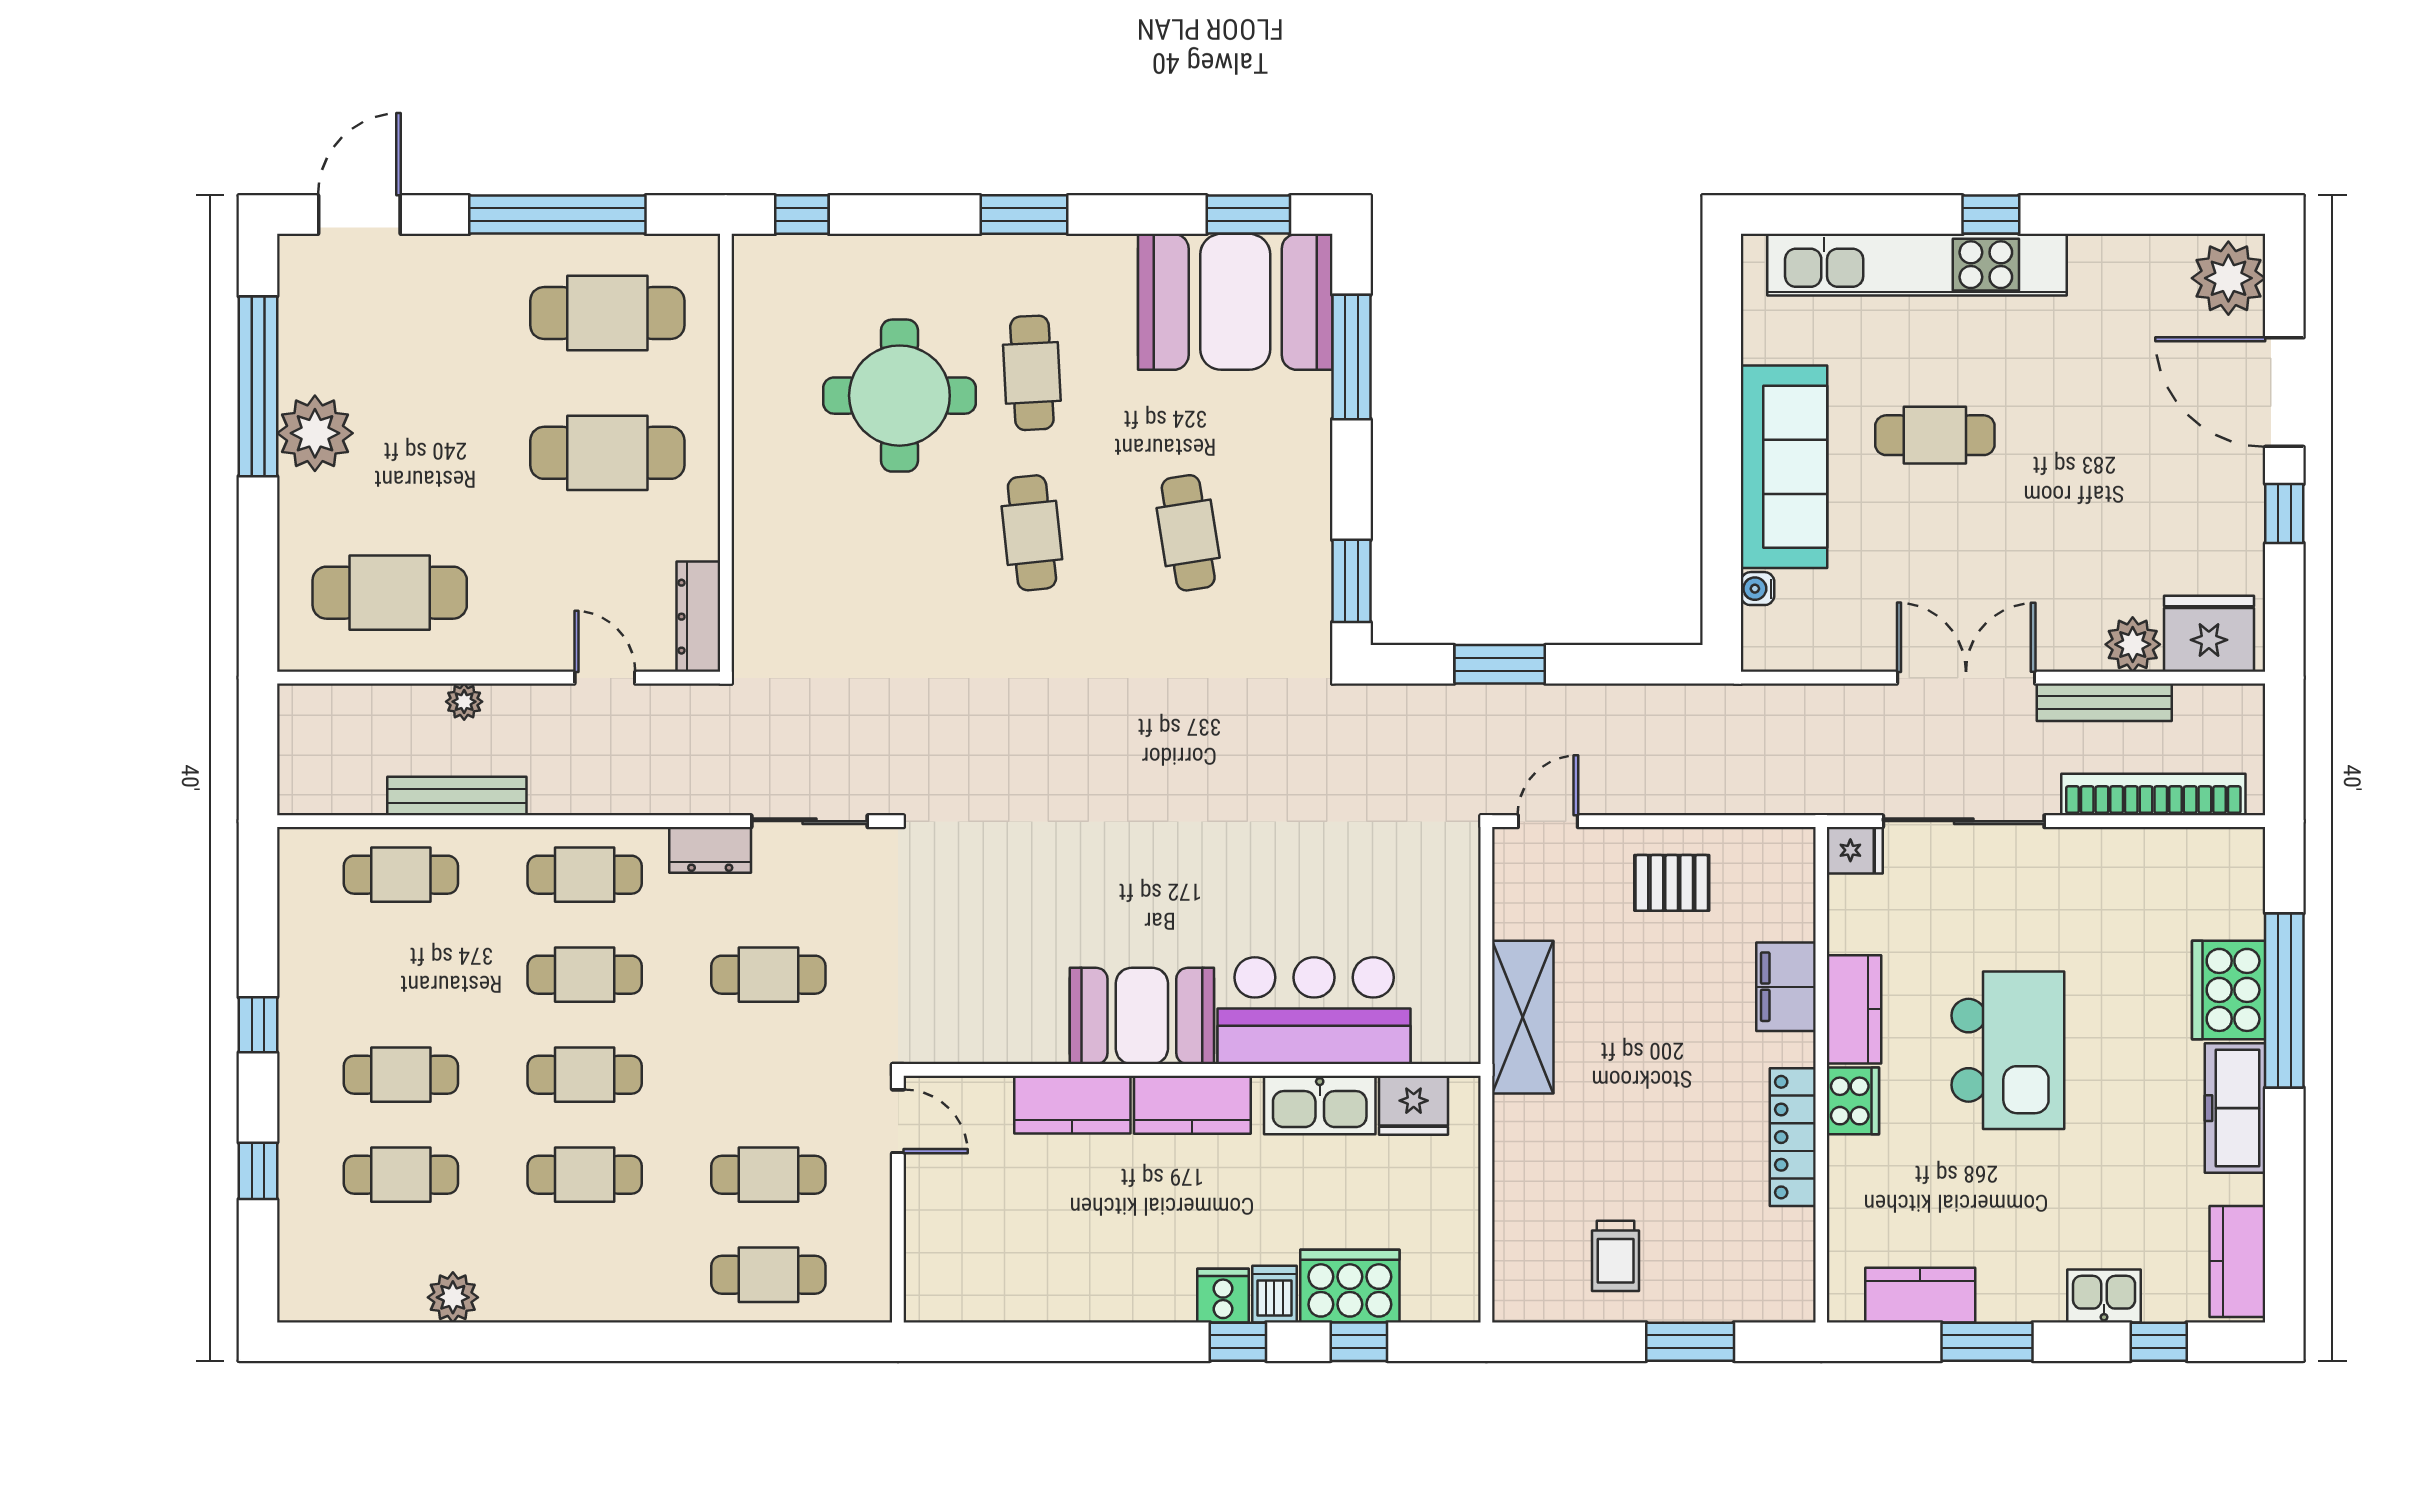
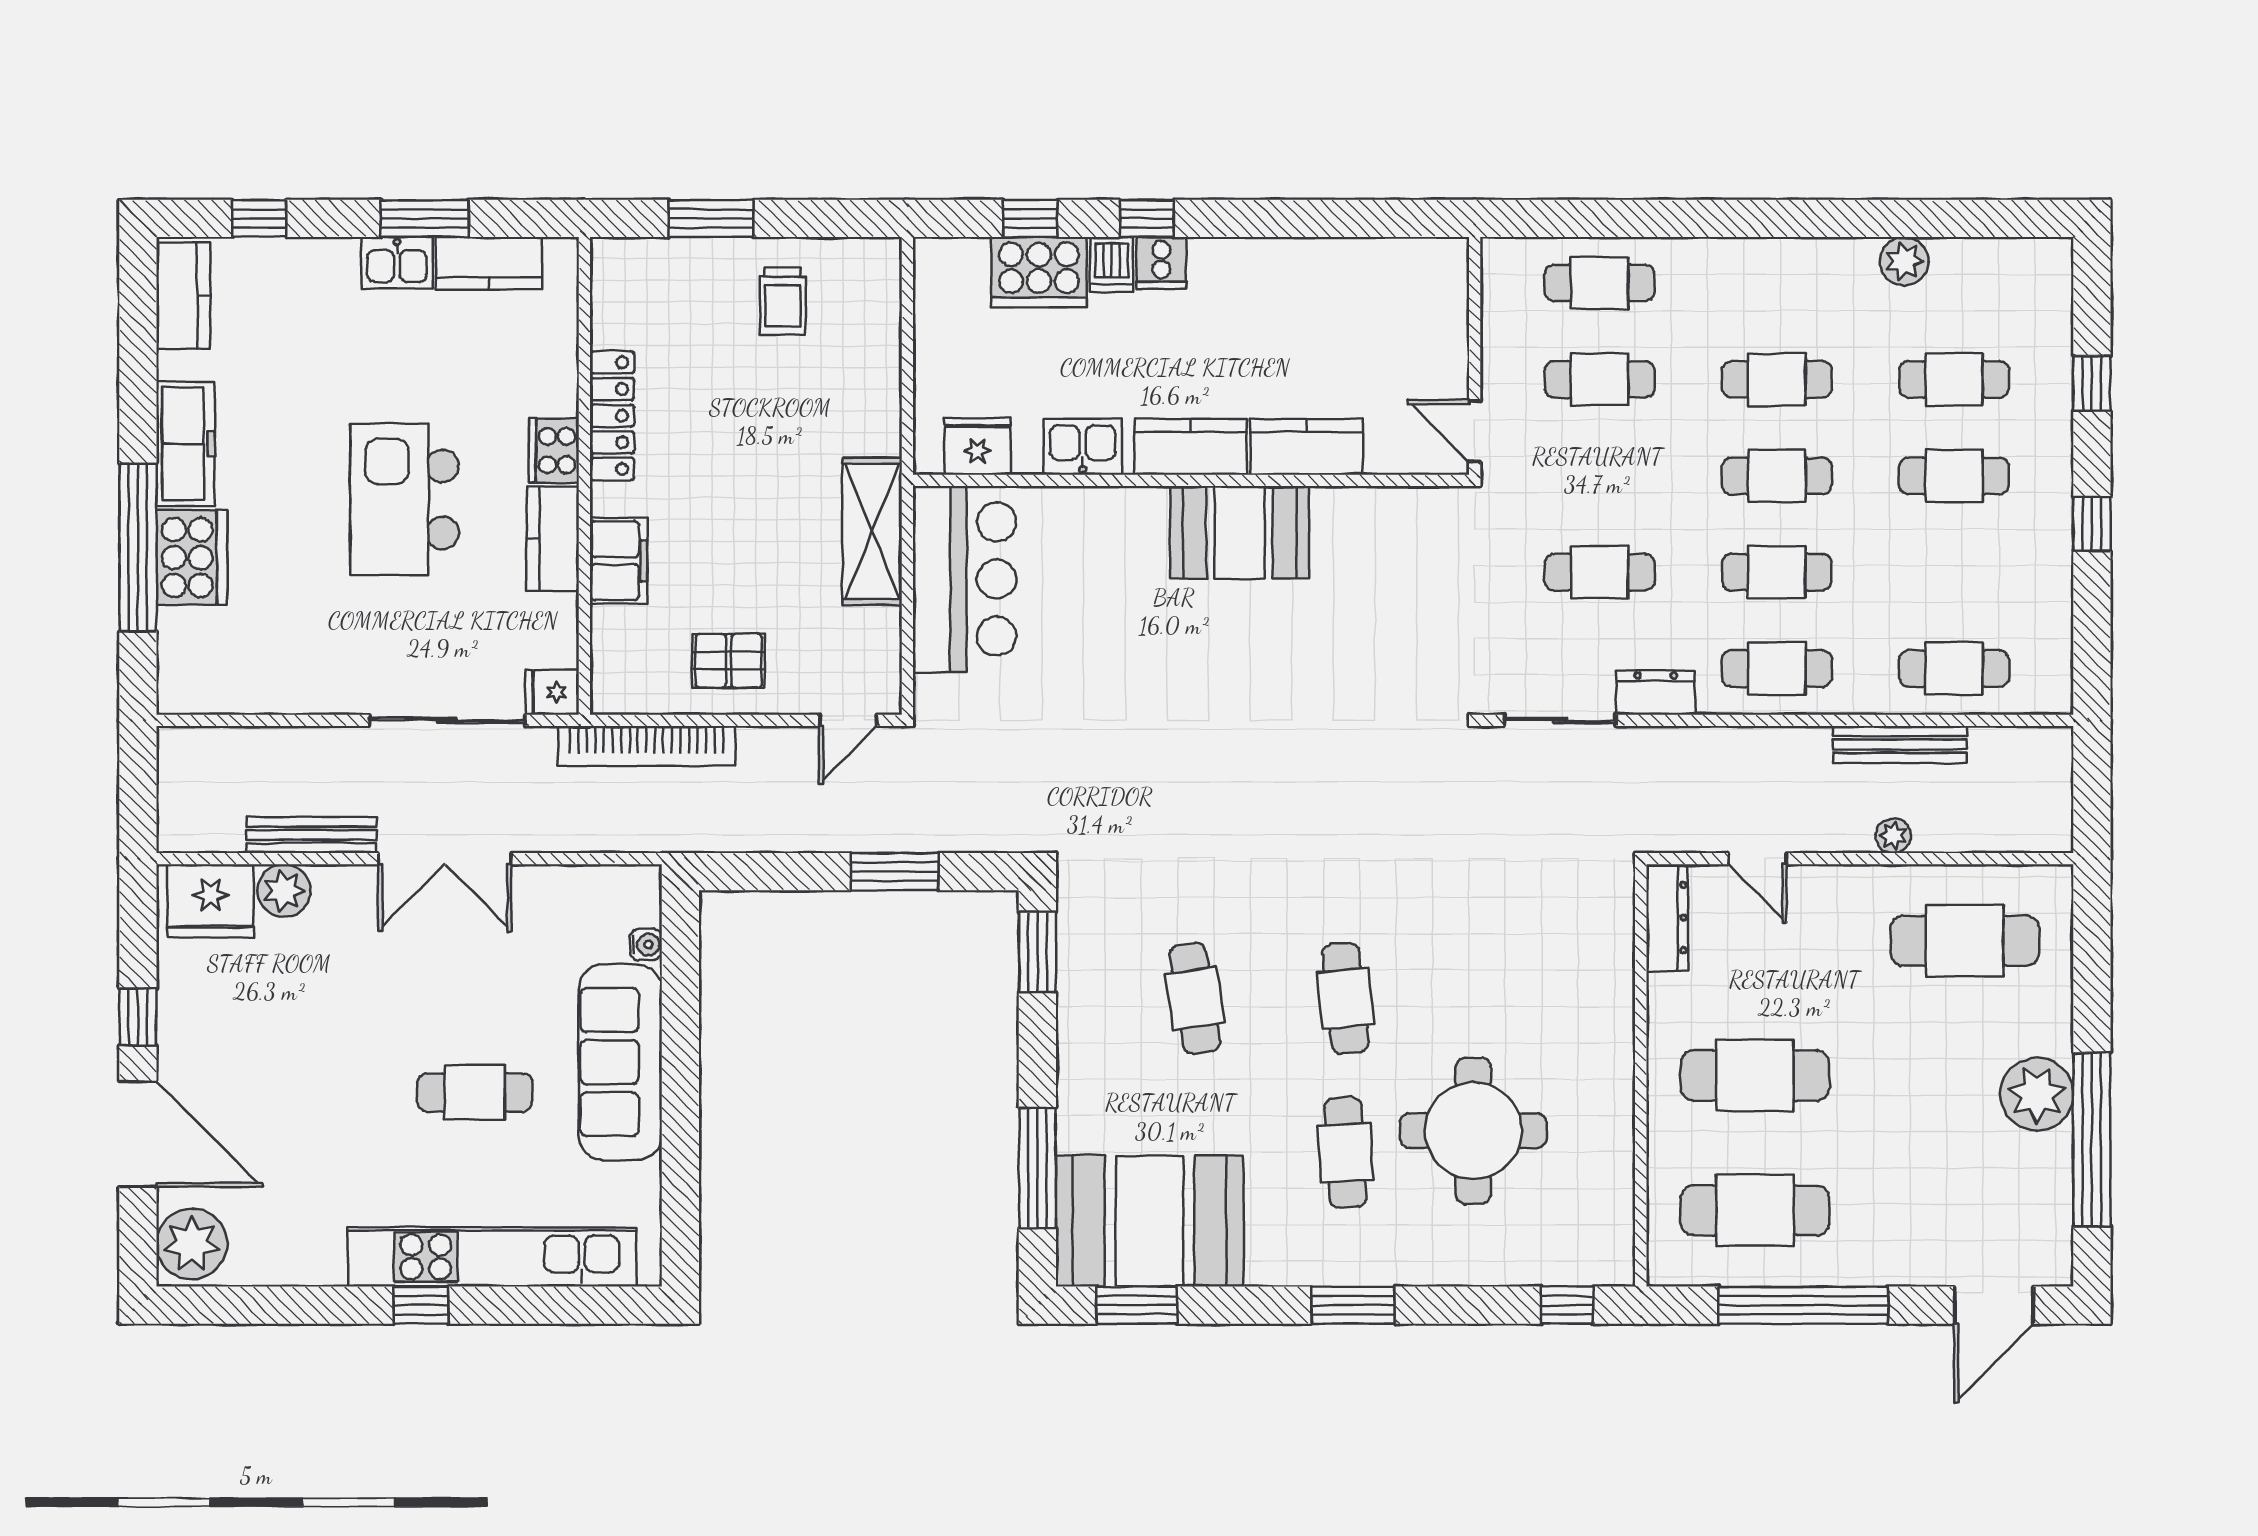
bookcase: (2153, 795) -> (646, 746), moved
bar counter: (1314, 1011) -> (965, 579), moved, turned -90
kitchen sink: (1320, 1105) -> (1083, 447), width x0.73
trolley: (1616, 1256) -> (783, 301), turned 180
kitchen sink: (2104, 1296) -> (397, 263), moved

